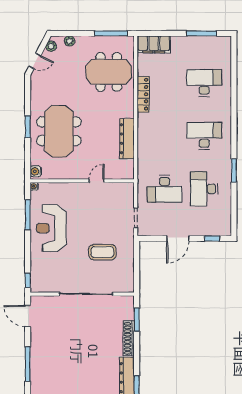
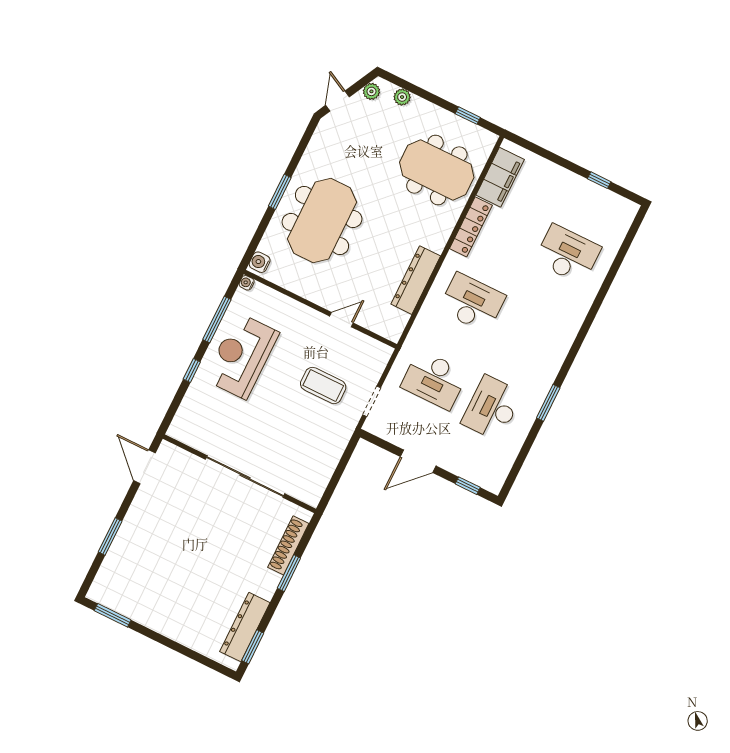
window: (111, 33) -> (468, 116), width x0.46
window: (201, 33) -> (599, 180), width x0.46
filing cabinet: (154, 44) -> (500, 177), moved, turned -90
door: (35, 61) -> (338, 101), swing flipped
desk: (204, 136) -> (472, 303), moved
coffee table: (102, 252) -> (323, 385), moved
window: (28, 280) -> (192, 371), moved
window: (137, 320) -> (289, 573), moved
shoe rack: (129, 338) -> (288, 545), moved
window: (28, 364) -> (110, 537), width x0.69

